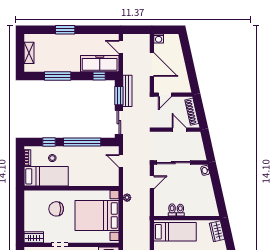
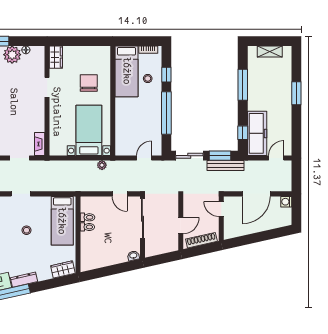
bed with nightstands: (97, 215) -> (89, 130), width x0.73

